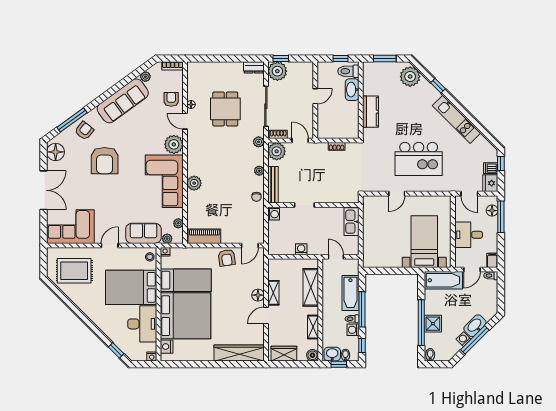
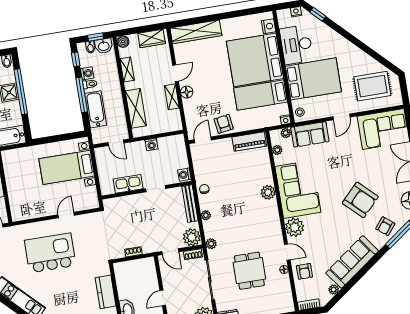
armchair: (105, 161) -> (360, 200), turned 134
kitchen sink: (351, 222) -> (128, 184), moved, turned -90
bed with nightstands: (424, 242) -> (67, 167), moved, turned 90
nightstand: (152, 356) -> (296, 12), moved

